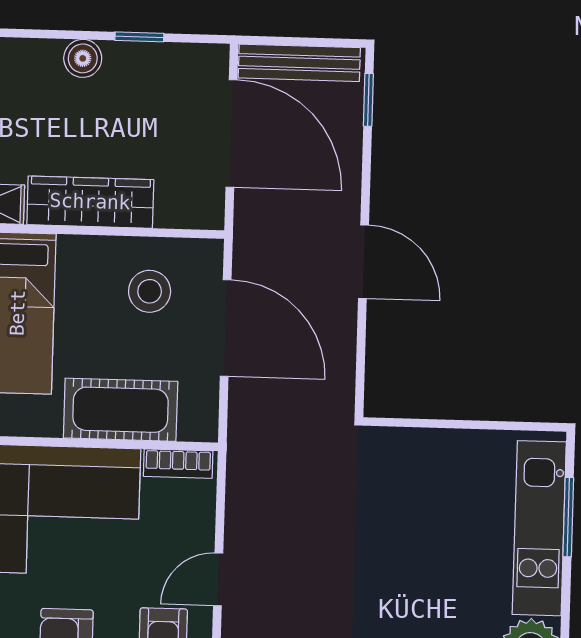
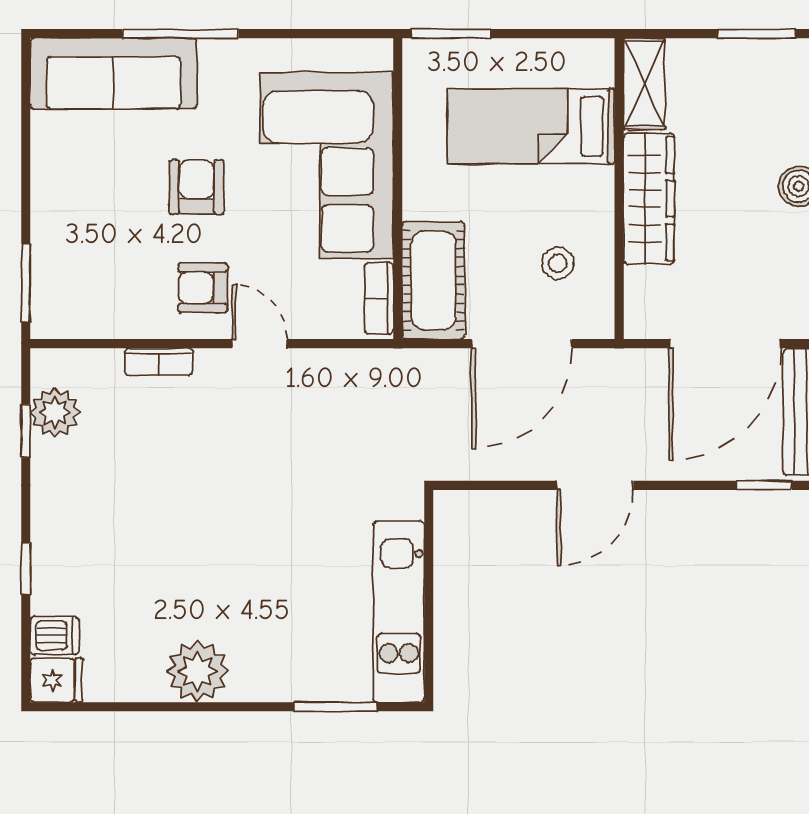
stool: (150, 291) -> (558, 263), width x0.73, depth x0.73
cot: (121, 410) -> (433, 280), moved
kitchen unit: (539, 528) -> (399, 612), moved, turned -90

